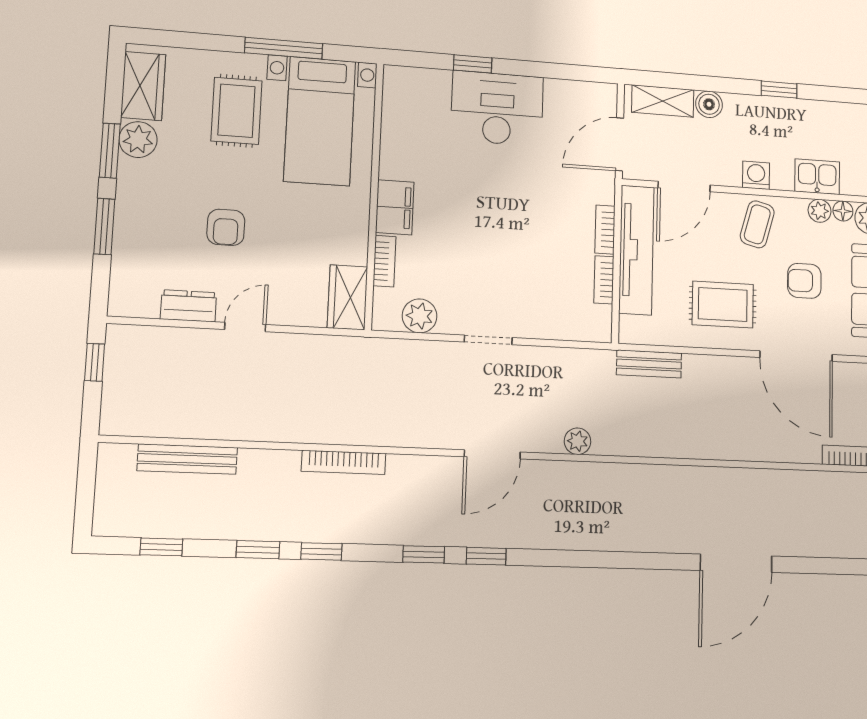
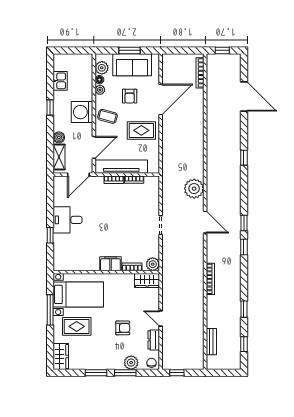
wardrobe: (143, 86) -> (61, 357), moved, turned 90
desk: (497, 108) -> (68, 220), width x0.73
plant: (138, 140) -> (131, 363), moved
door: (620, 144) -> (78, 175), hinge flipped
washing machine: (756, 175) -> (82, 112), width x1.89, depth x1.89
kitchen sink: (817, 177) -> (60, 81), moved, turned 180
door: (684, 187) -> (94, 147), hinge flipped
chair: (127, 297) -> (151, 363), added
rug: (723, 305) -> (141, 130), turned 90
plant: (420, 316) -> (153, 264), moved
bench: (649, 364) -> (167, 160), removed
plant: (578, 441) -> (194, 189), width x1.88, depth x1.88
bench: (187, 459) -> (211, 342), width x0.73
window: (321, 551) -> (244, 158), moved
door: (736, 563) -> (244, 97), moved

